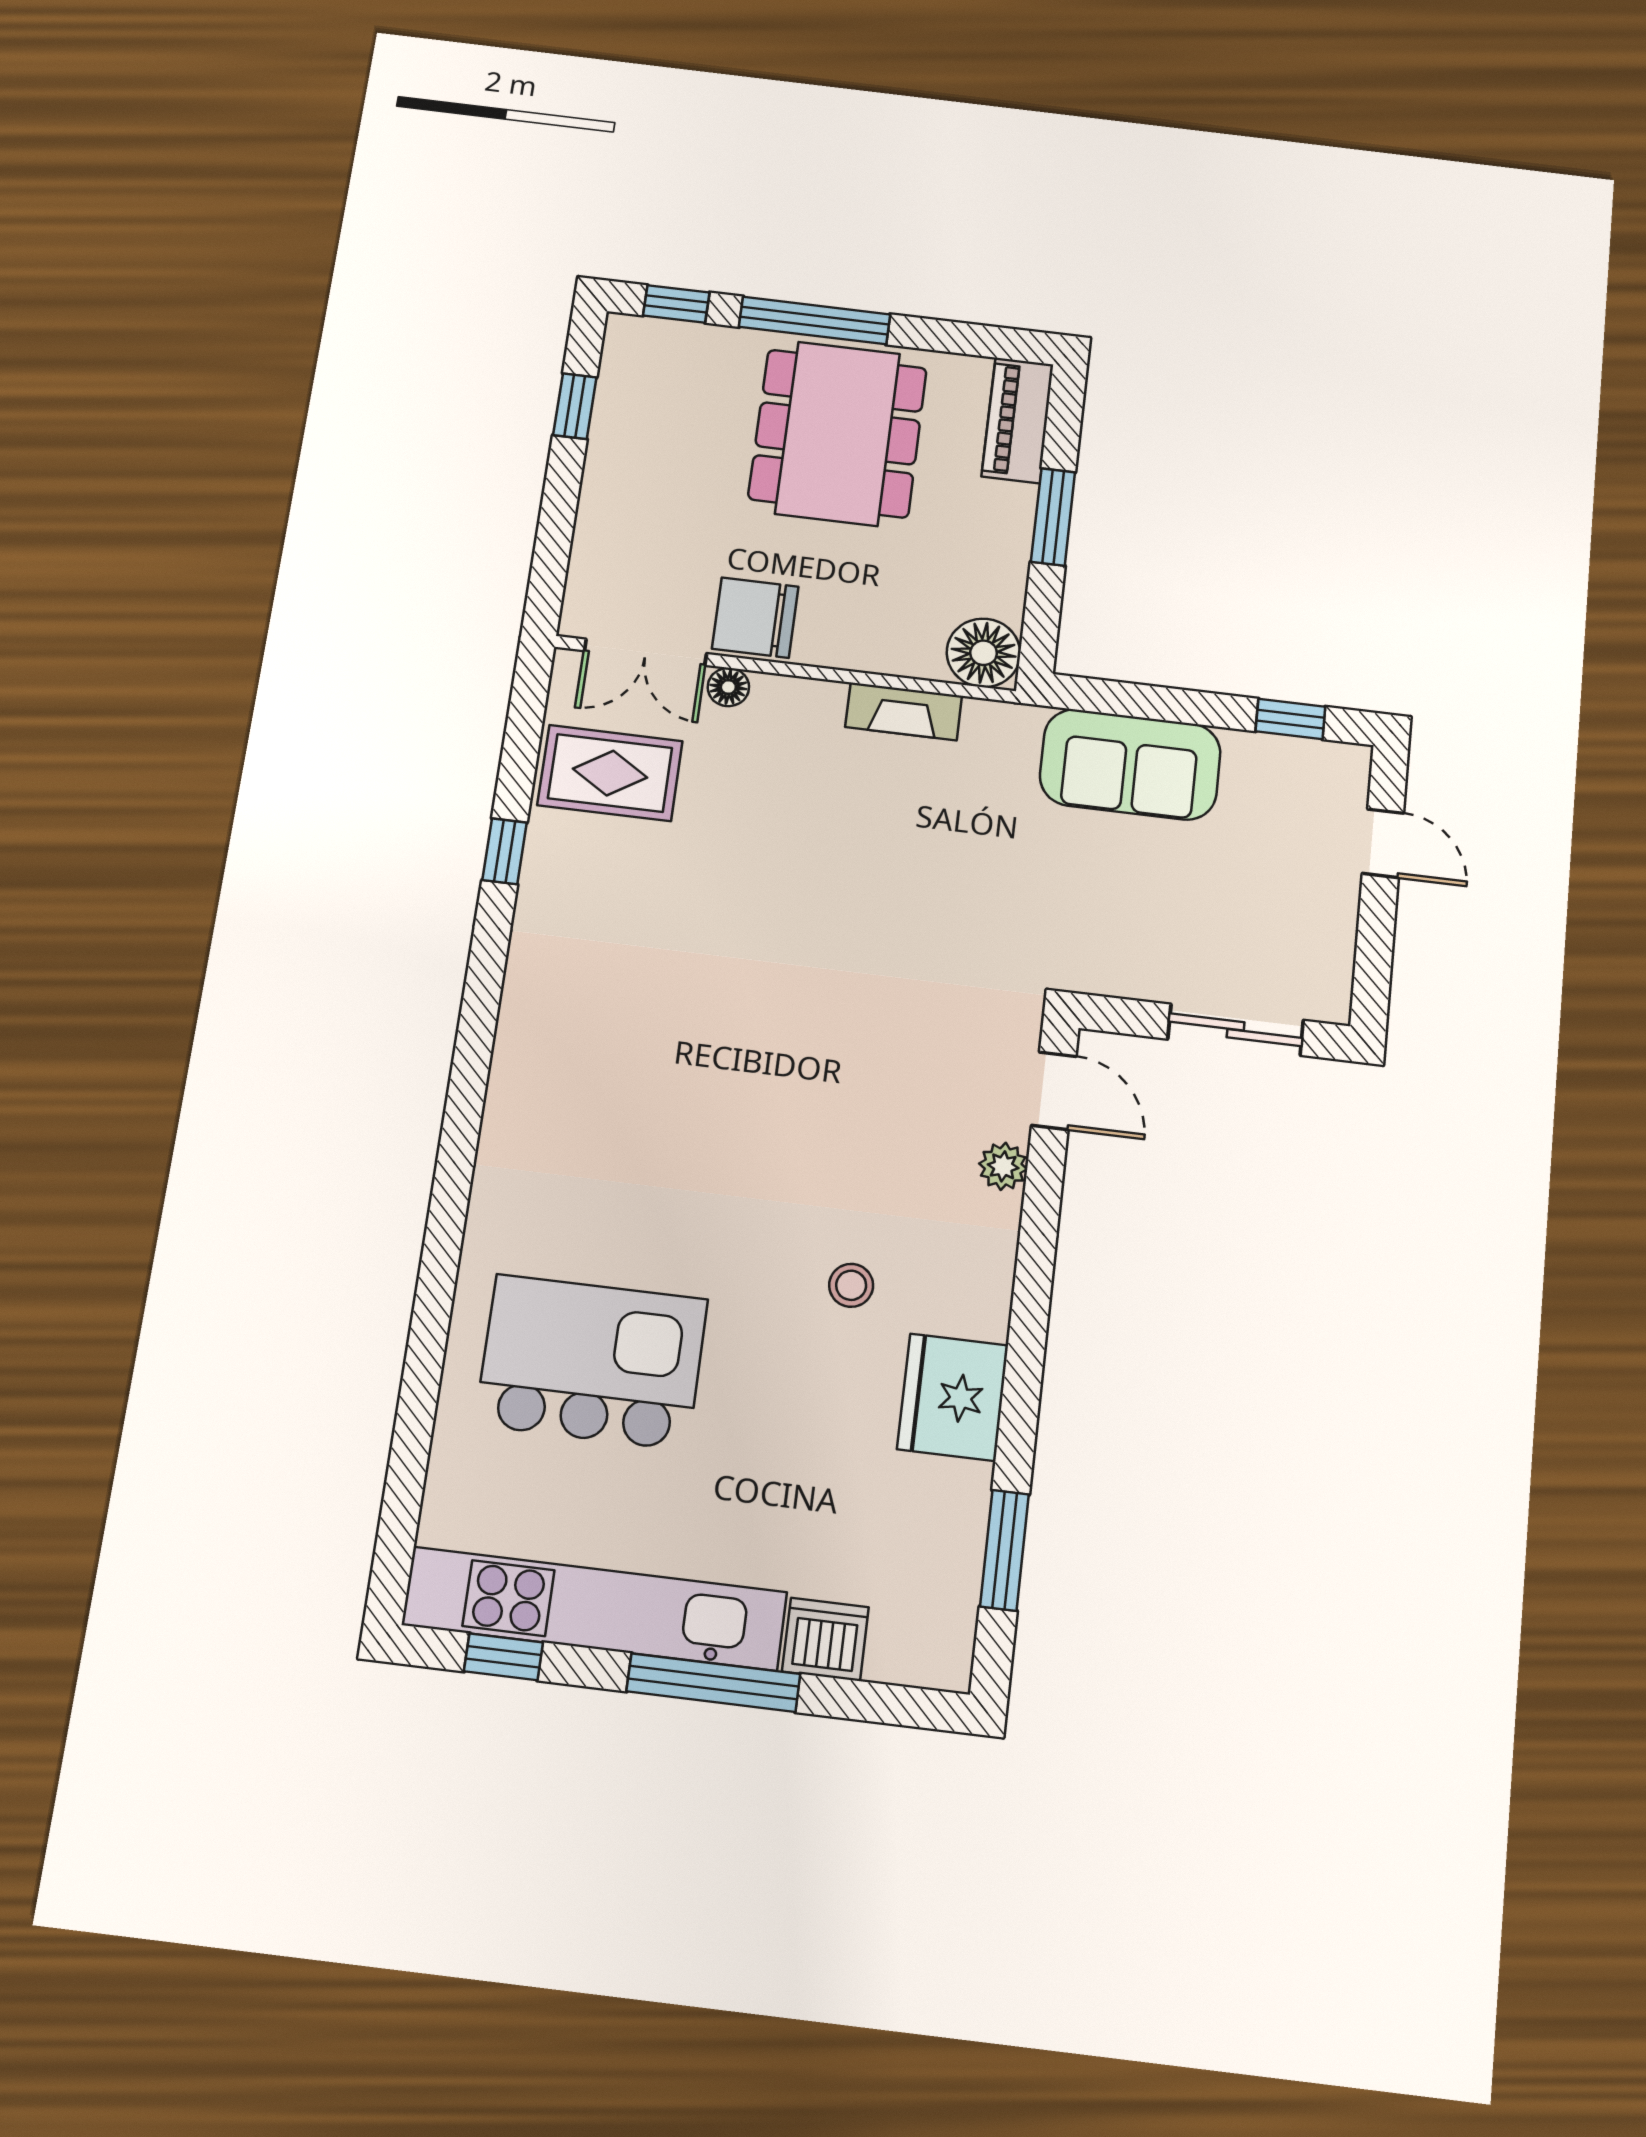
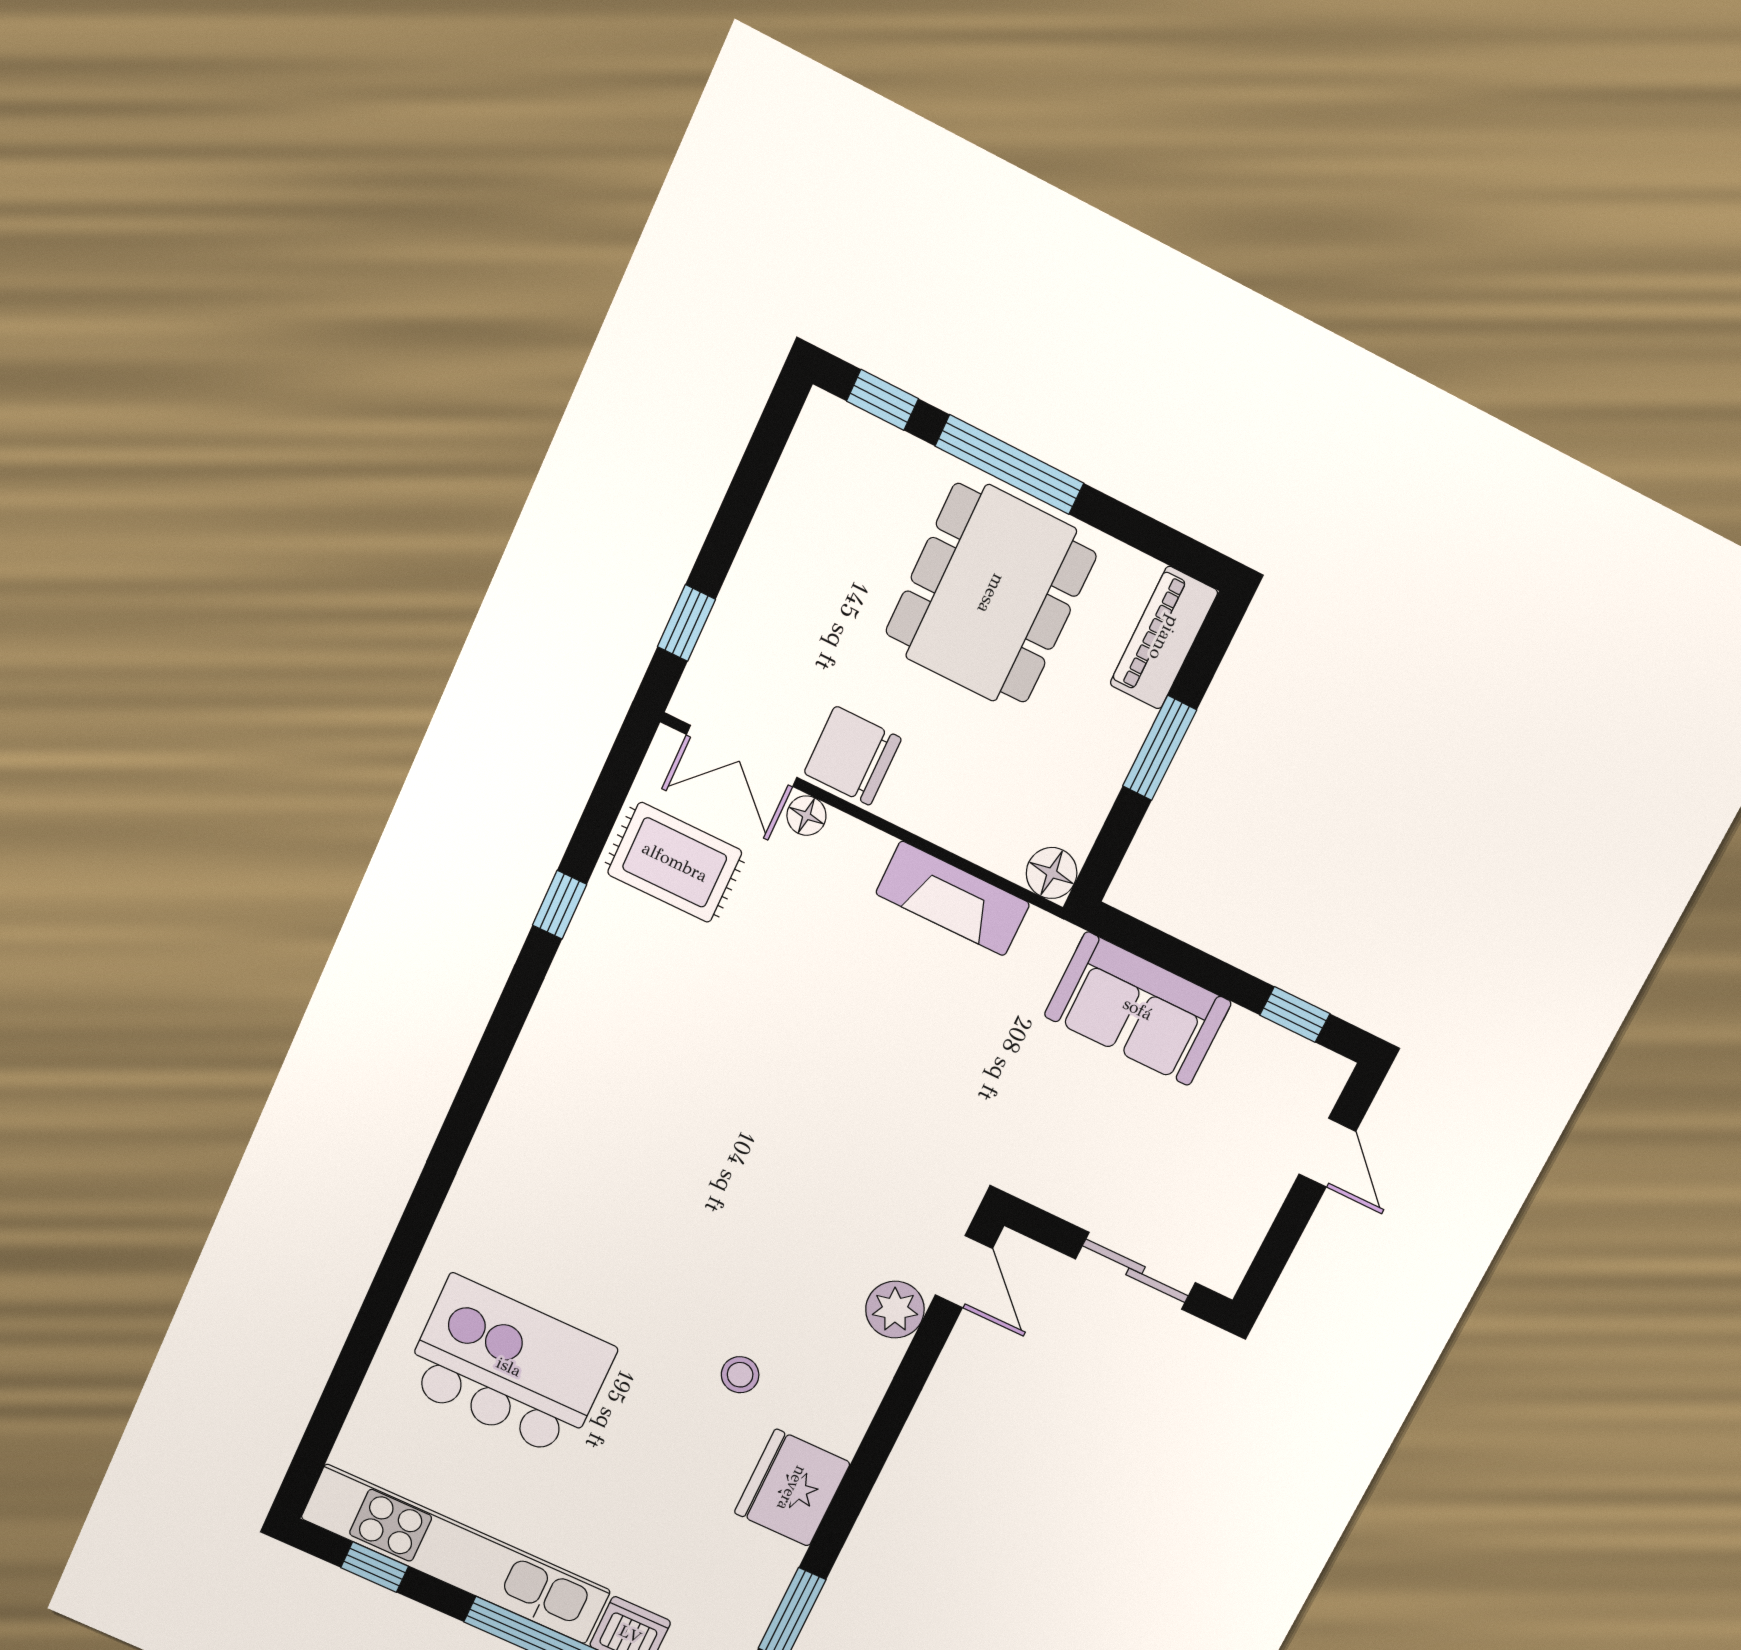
window: (575, 406) -> (686, 623), moved
floor lamp: (984, 653) -> (1052, 873), width x0.73, depth x0.73
fireplace: (904, 711) -> (953, 899), width x1.37, depth x1.32
plant: (1003, 1166) -> (895, 1310), width x1.38, depth x1.38

